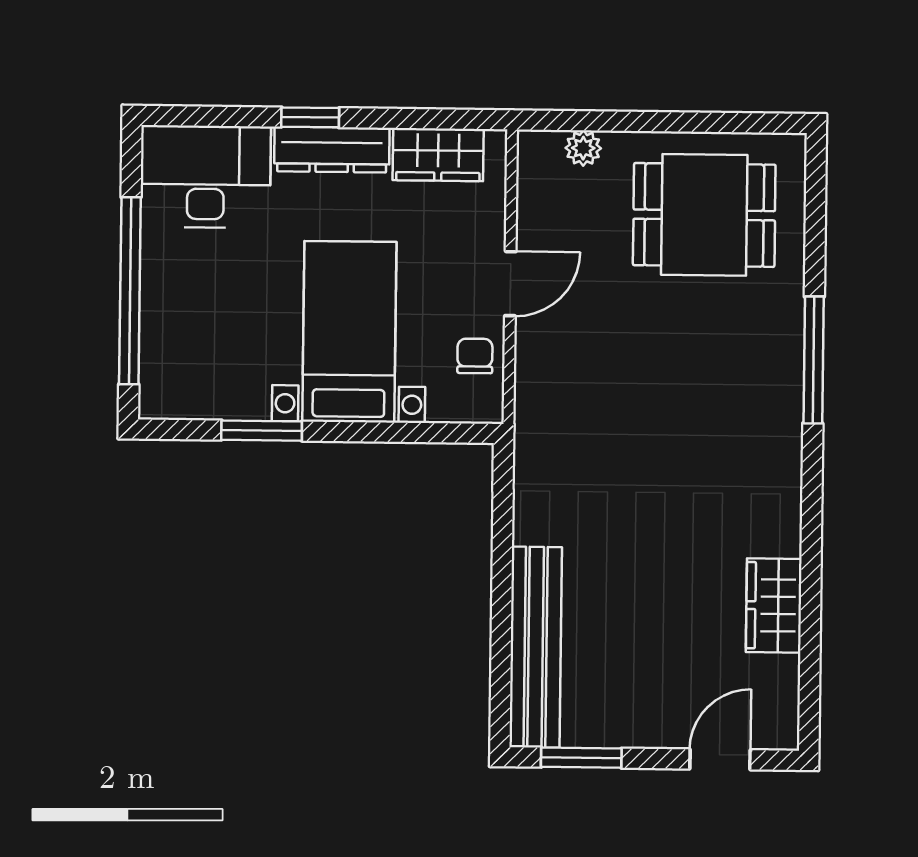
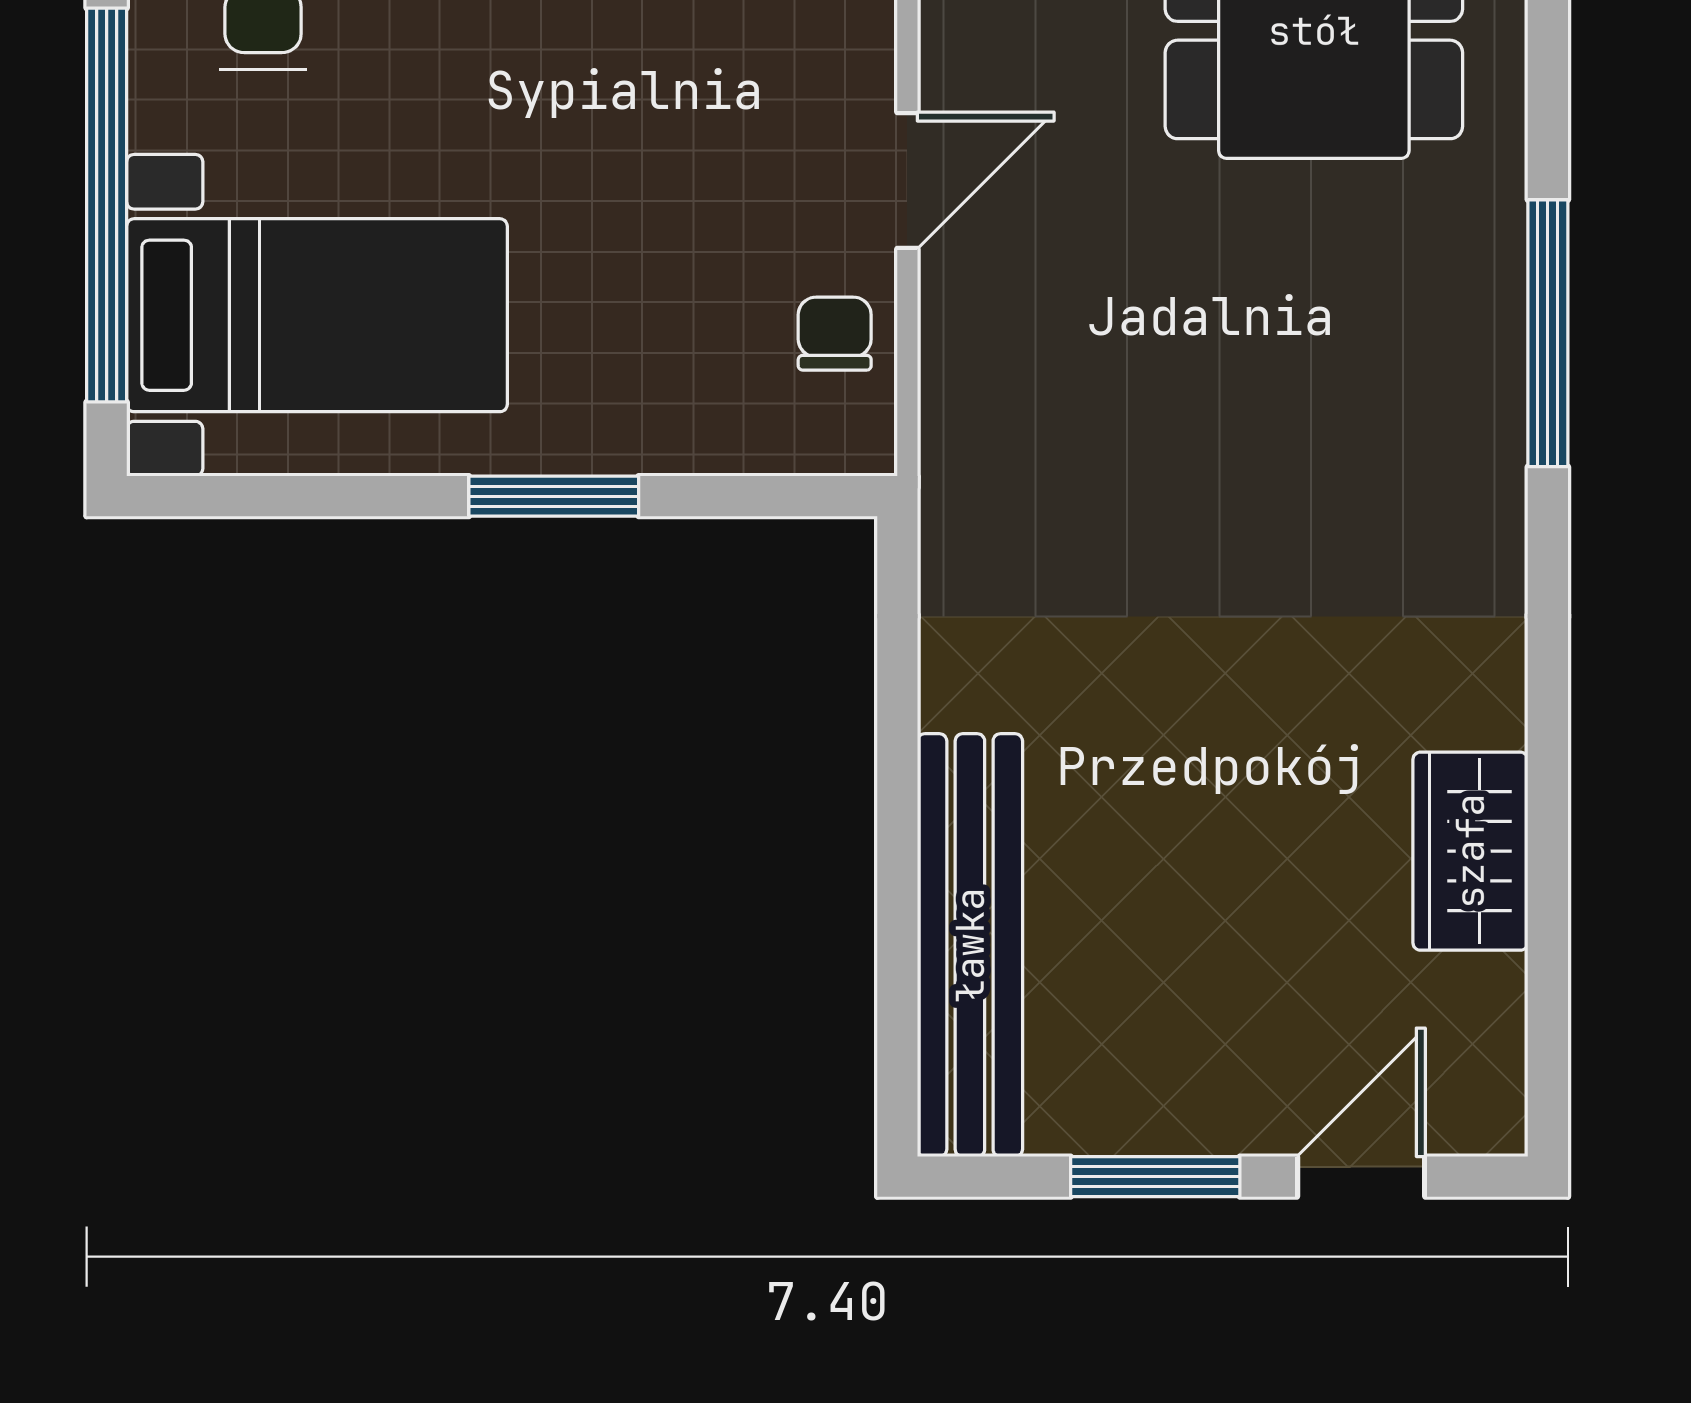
bed with nightstands: (349, 332) -> (317, 315), moved, turned 90
window: (262, 431) -> (554, 496), moved
window: (581, 758) -> (1155, 1177), moved

